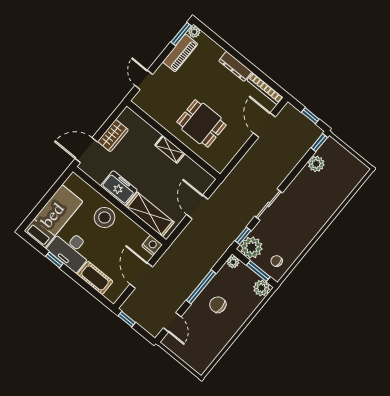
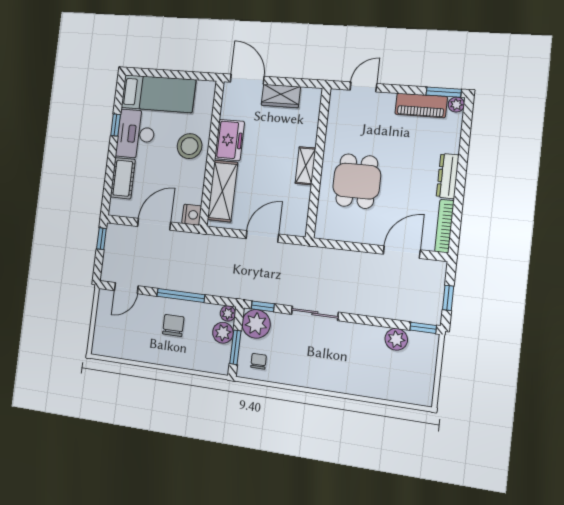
plant: (261, 288) -> (223, 333), moved

